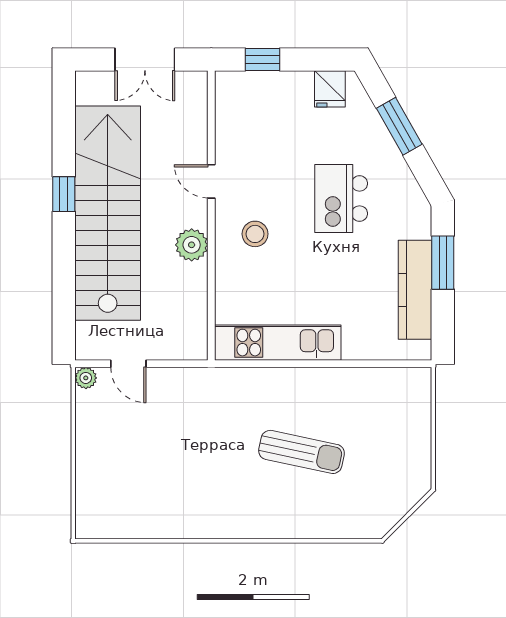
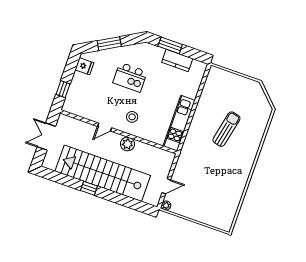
double door: (145, 60) -> (46, 137), swing flipped
kitchen counter: (415, 290) -> (177, 60), width x0.67

